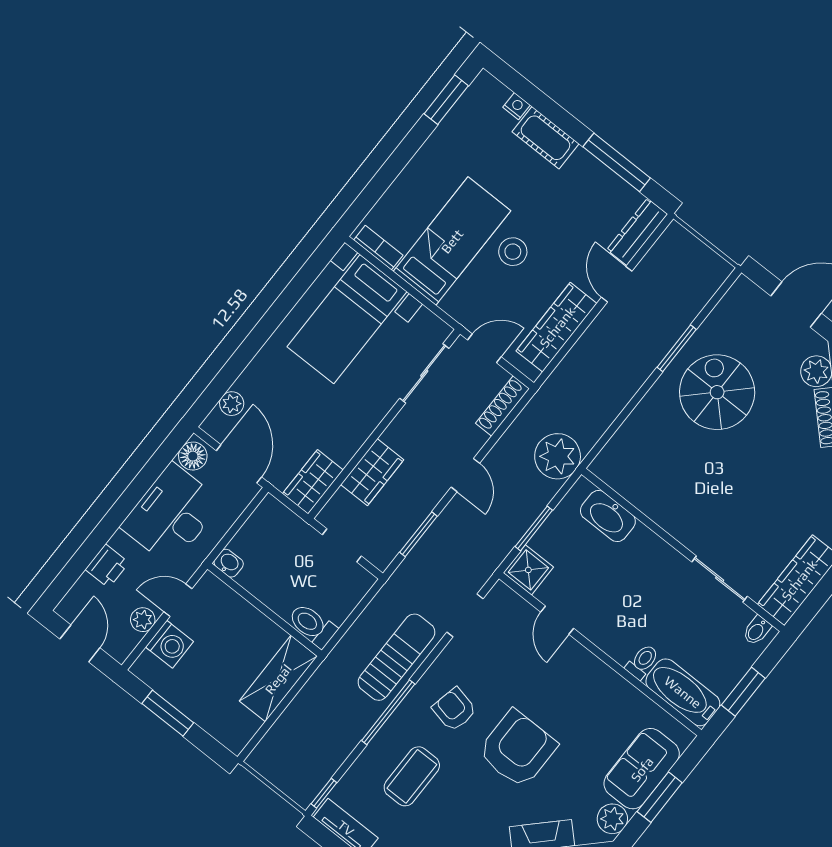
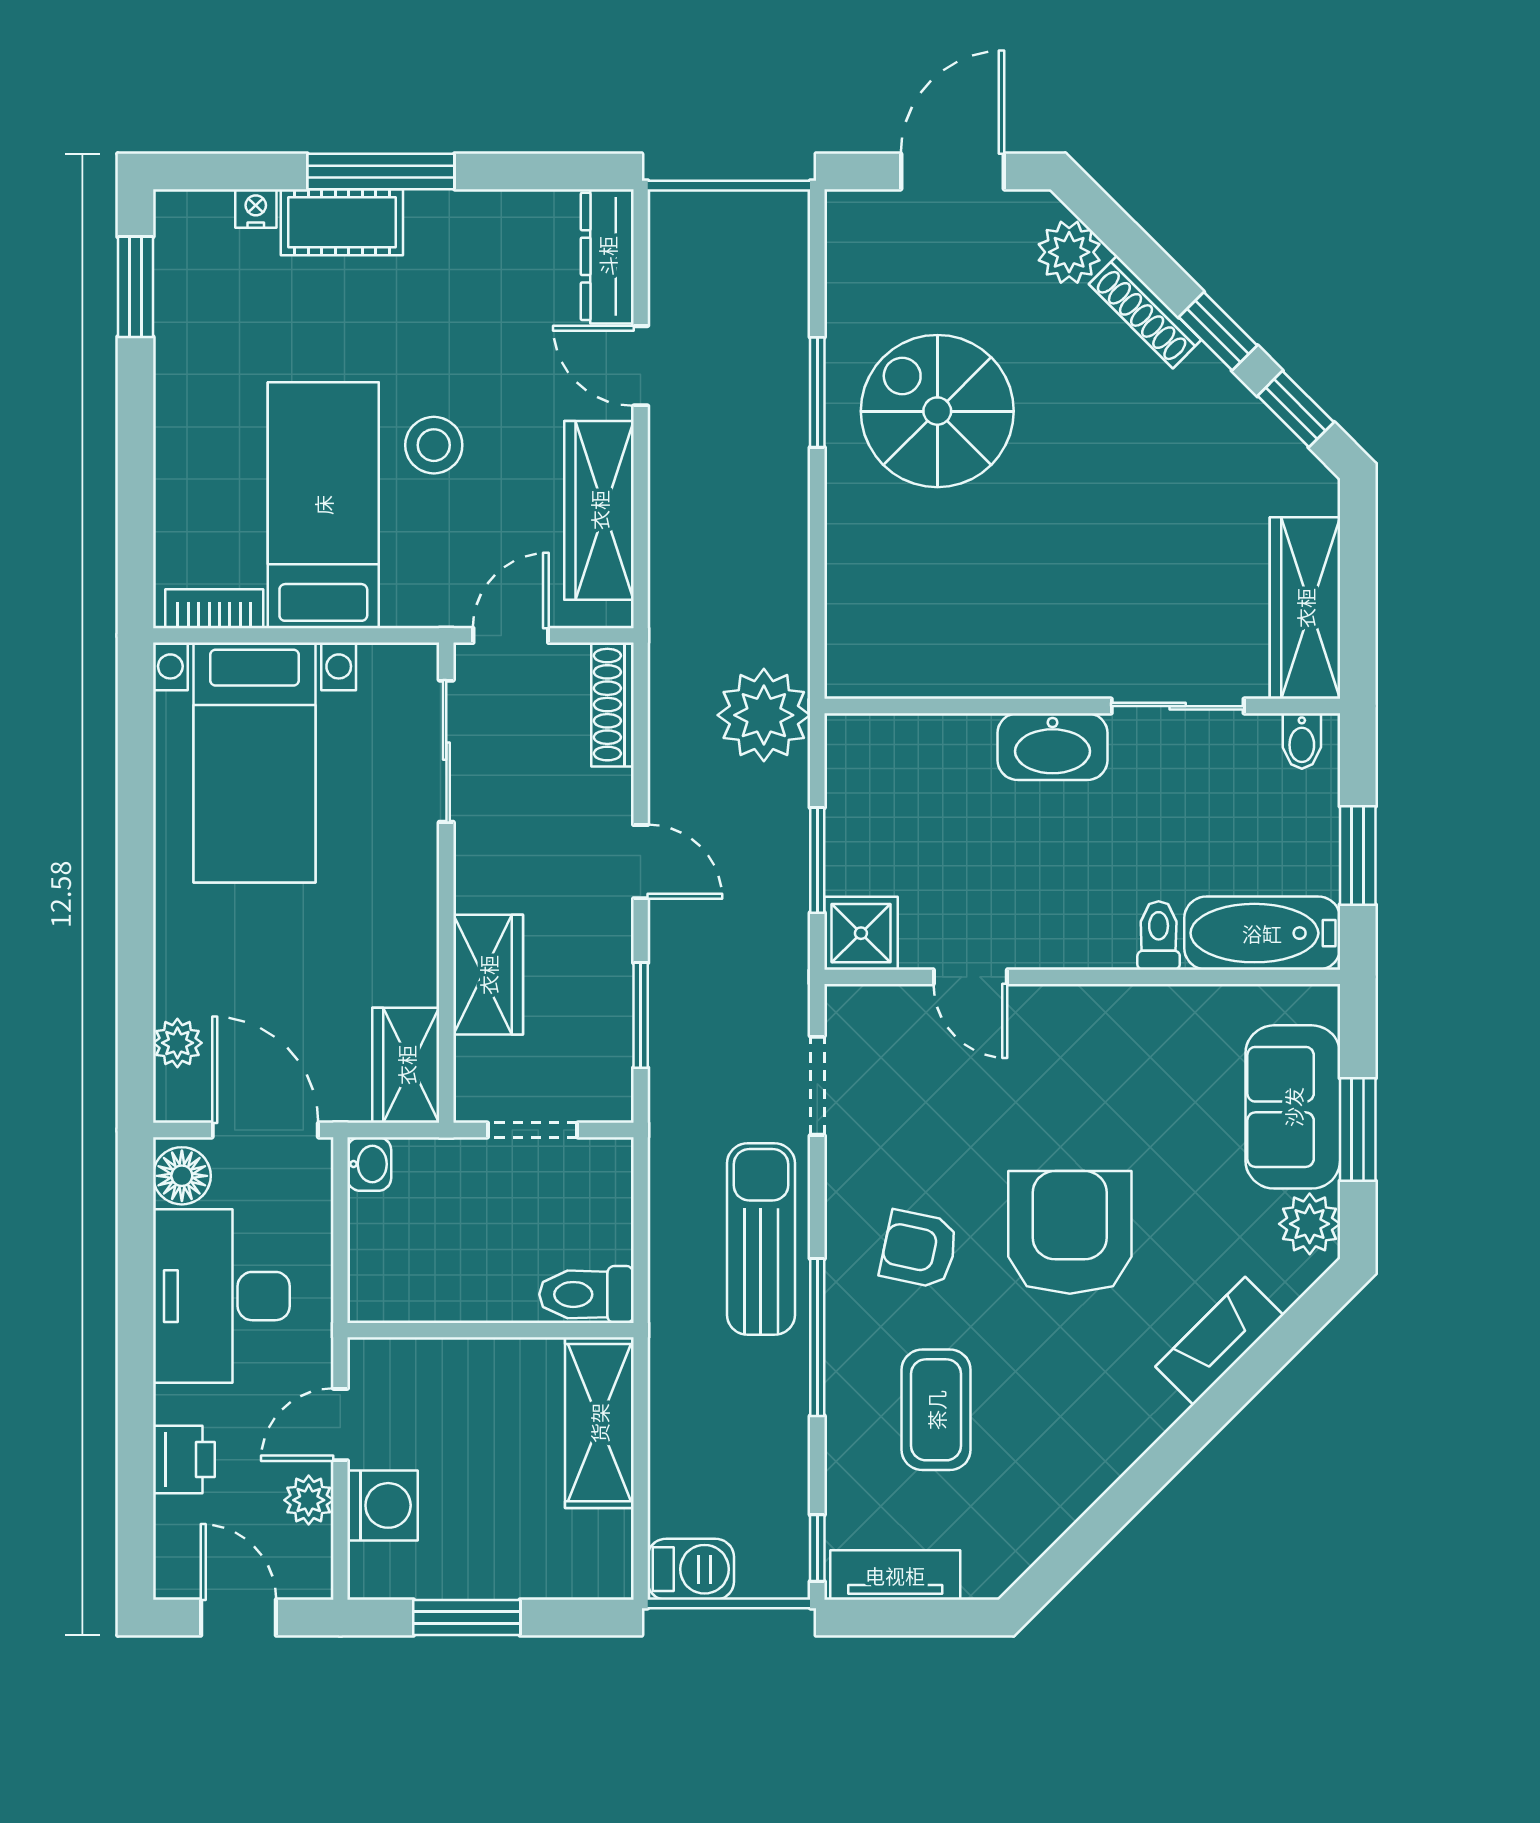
window: (617, 162) -> (381, 171), moved
washbasin: (608, 516) -> (1053, 747), moved
washbasin: (229, 563) -> (369, 1164), moved, turned 90
barbecue: (269, 763) -> (691, 1569), added

